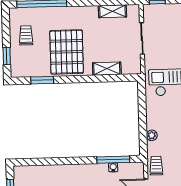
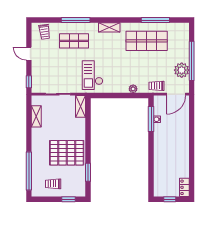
shelving: (107, 69) -> (81, 106), moved

